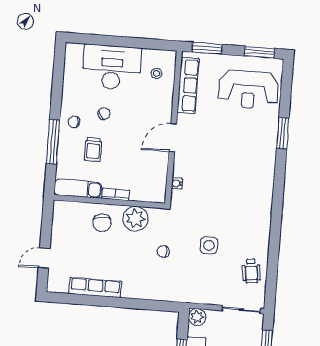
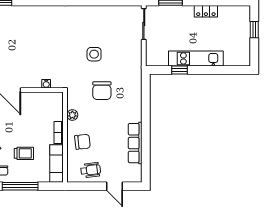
plant: (135, 219) -> (72, 115), width x0.53, depth x0.53
chair: (163, 252) -> (102, 91), width x1.87, depth x1.87
wheelchair: (251, 271) -> (91, 170), moved
plant: (197, 317) -> (153, 59), removed

